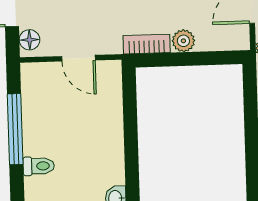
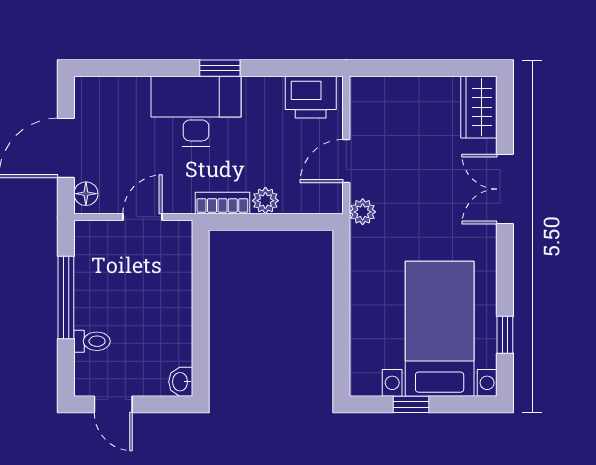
door: (79, 58) -> (142, 217), swing flipped

